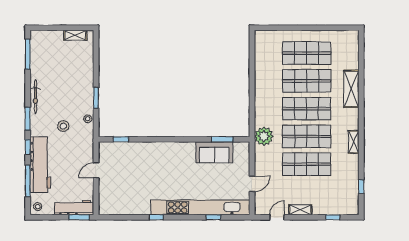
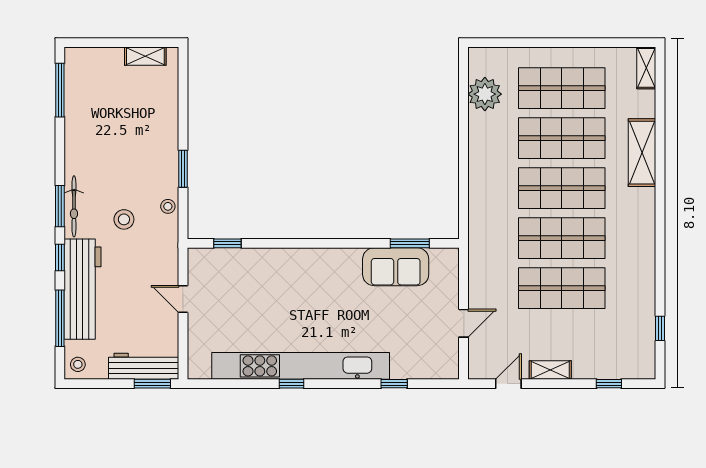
bicycle: (35, 97) -> (74, 206), moved
plant: (264, 136) -> (485, 94), moved
shelving: (354, 142) -> (646, 68), moved
door: (96, 170) -> (183, 299), hinge flipped
kitchen unit: (200, 207) -> (301, 366), moved

